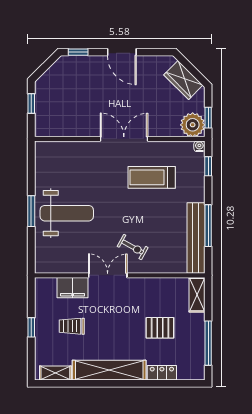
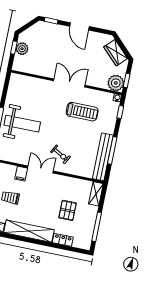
plant: (44, 102) -> (22, 49), added
treadmill: (152, 177) -> (82, 112), turned 180
filing cabinet: (73, 288) -> (21, 174), width x0.50
pallet: (160, 328) -> (68, 210), turned 90

